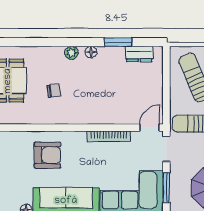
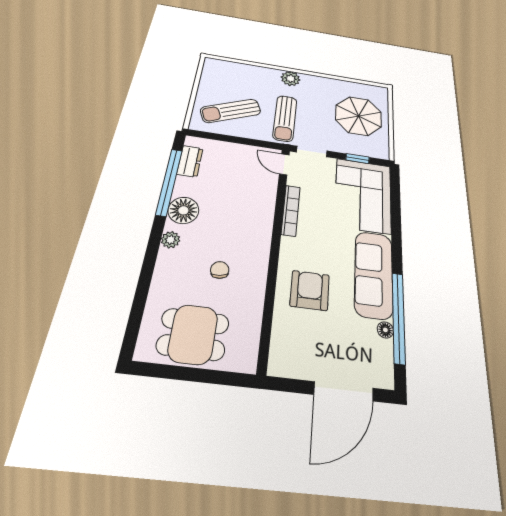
window: (118, 42) -> (169, 182), width x2.11
floor lamp: (91, 52) -> (183, 210), width x1.89, depth x1.89
window: (166, 188) -> (357, 159), width x0.67

